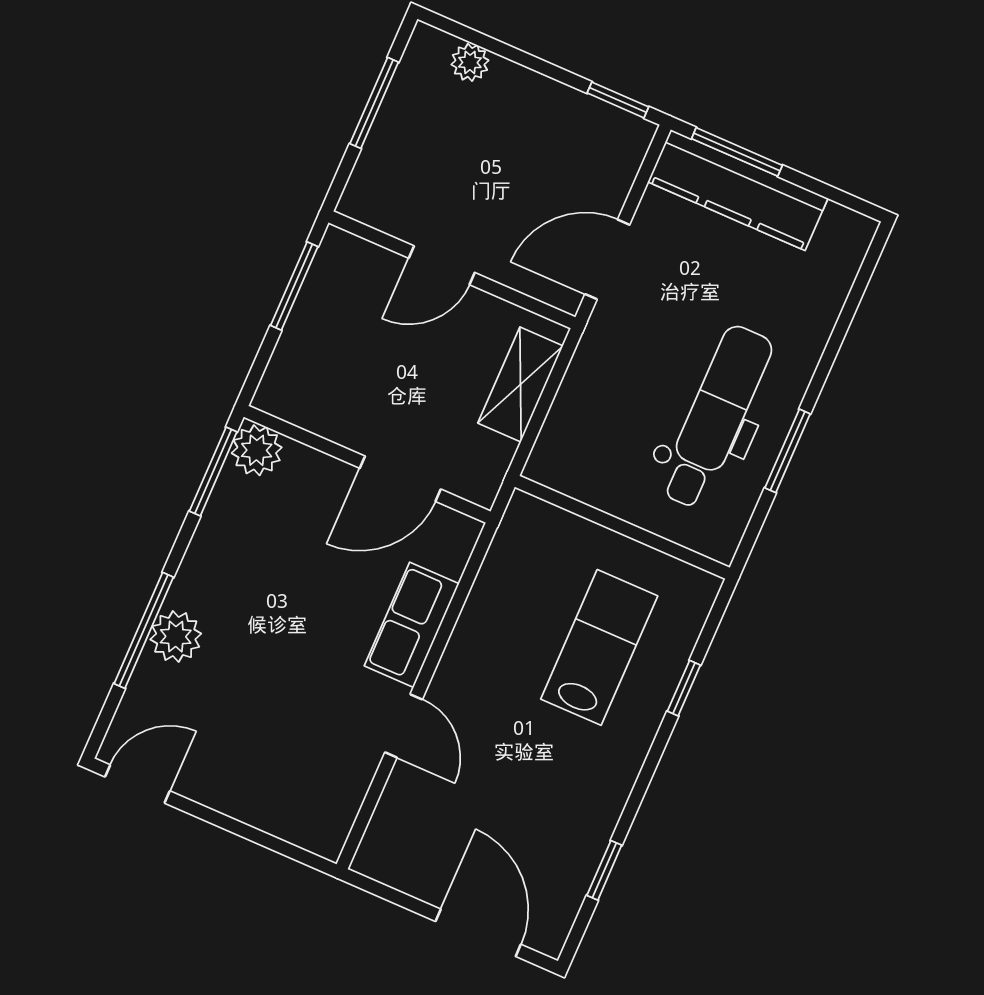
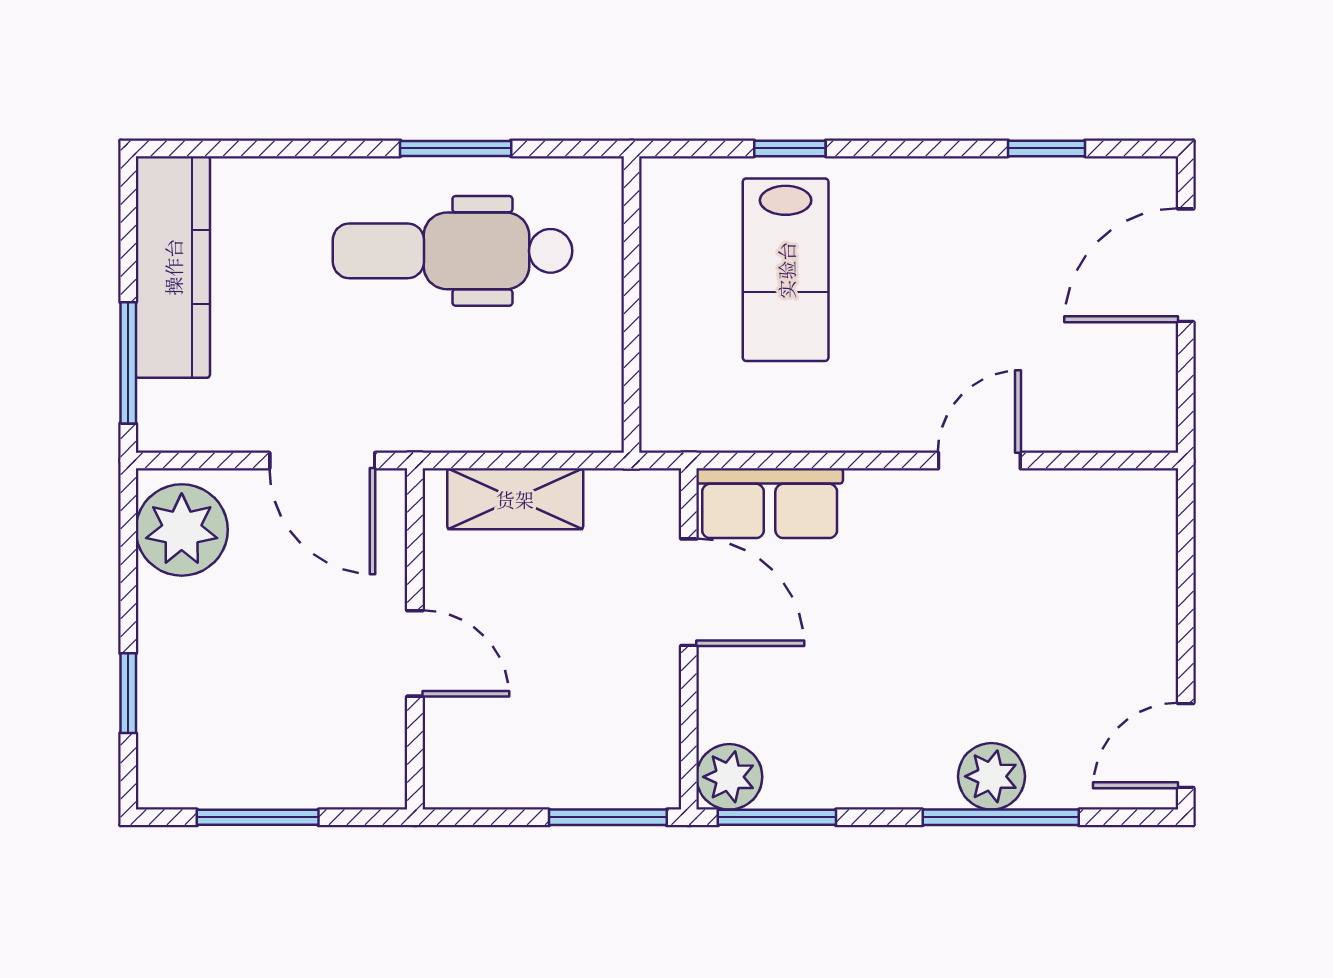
plant: (470, 62) -> (182, 530), moved, width x1.88, depth x1.88
window: (618, 100) -> (128, 693), moved
kitchen counter: (738, 190) -> (173, 267), moved
window: (294, 286) -> (608, 817), moved
row of seats: (412, 625) -> (770, 503), moved
lab bench: (599, 647) -> (786, 270), turned -90
door: (137, 784) -> (1186, 746), hinge flipped

